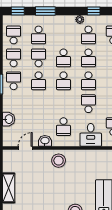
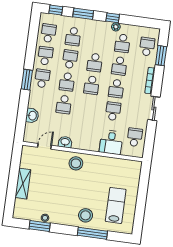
window: (94, 11) -> (113, 18), moved
school desk: (63, 127) -> (64, 104), moved

